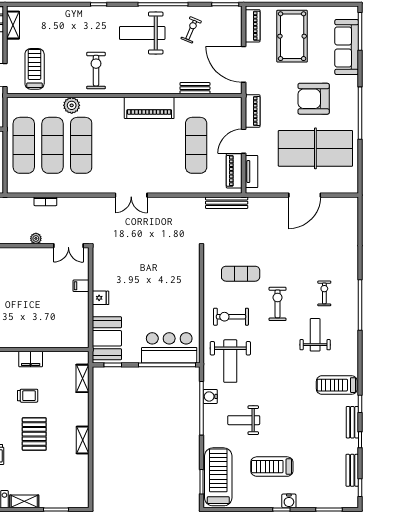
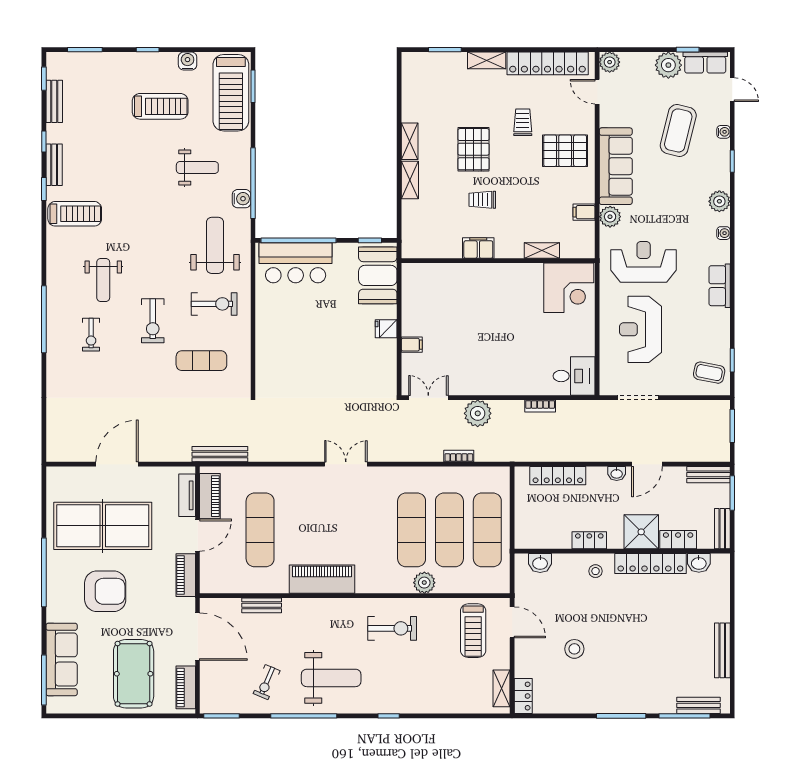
exercise bike: (96, 71) -> (392, 628), turned -90
plant: (36, 238) -> (478, 413), width x1.87, depth x1.87
shelving: (82, 378) -> (410, 180), moved
water cooler: (289, 501) -> (188, 61), moved

